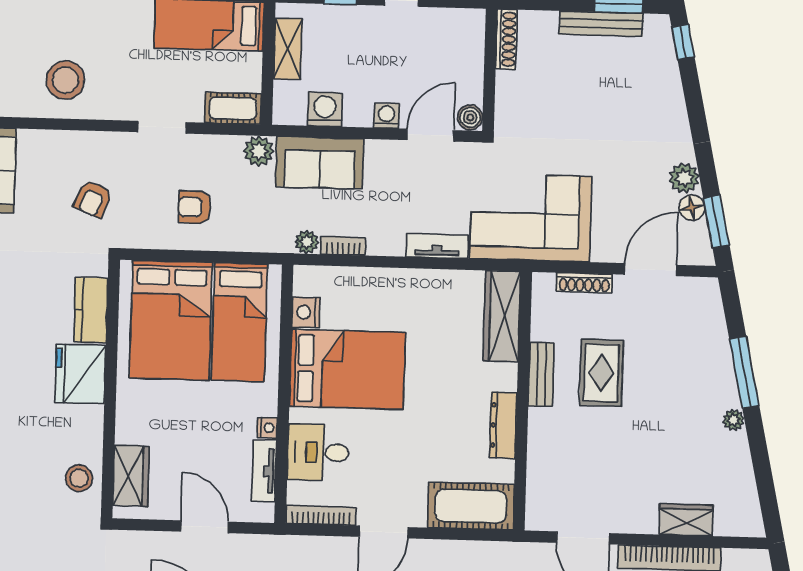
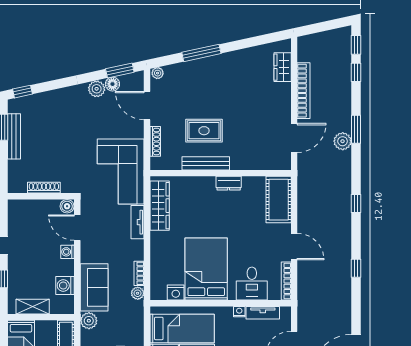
shoe rack: (506, 39) -> (44, 188), moved
wardrobe: (502, 316) -> (160, 206), moved, turned -90
bench: (541, 374) -> (206, 163), width x1.36
plant: (734, 420) -> (158, 73), moved
dresser: (503, 425) -> (229, 183), width x0.70
wardrobe: (686, 520) -> (283, 67), moved

